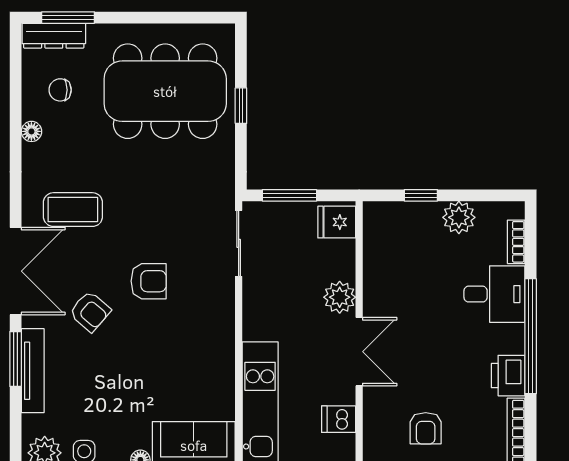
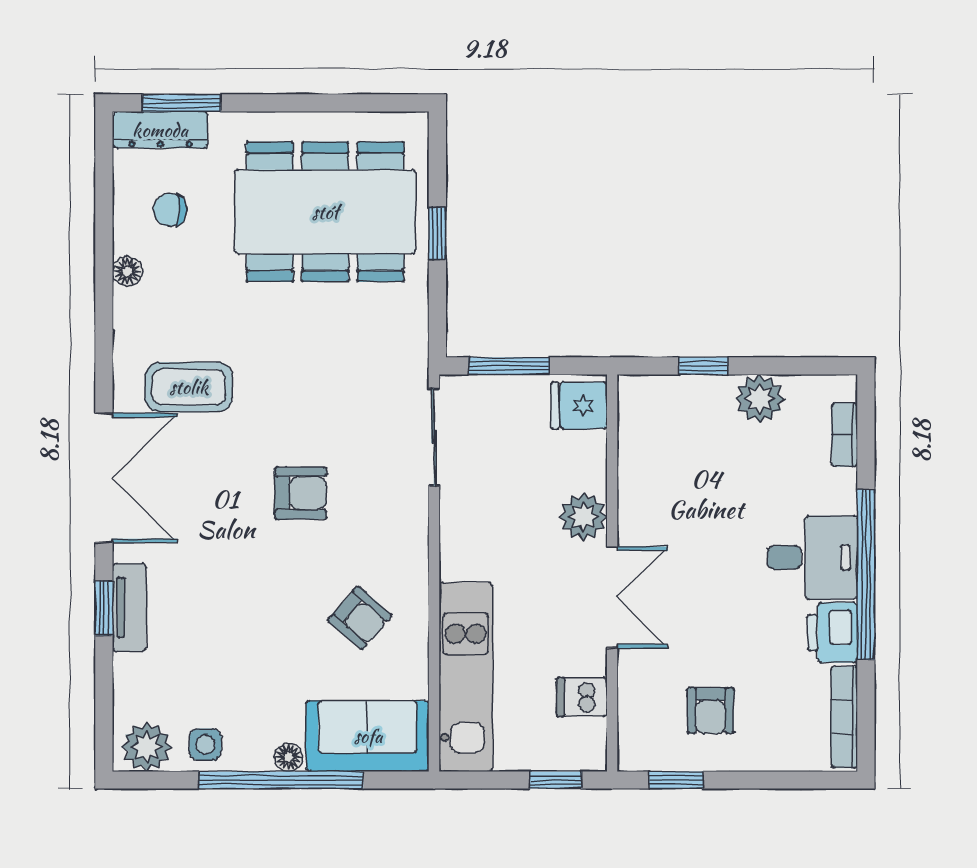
desk: (494, 294) -> (812, 557), moved
armchair: (90, 311) -> (360, 618), moved
window: (16, 359) -> (104, 608), width x0.67
tv unit: (33, 371) -> (129, 607), width x0.71

